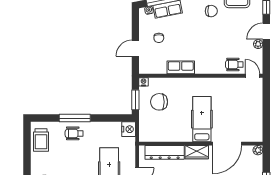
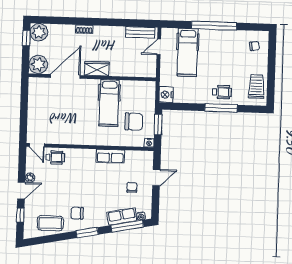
hospital bed: (202, 119) -> (109, 103), moved
plant: (258, 150) -> (38, 64), width x1.88, depth x1.88
dresser: (165, 152) -> (130, 70), removed

